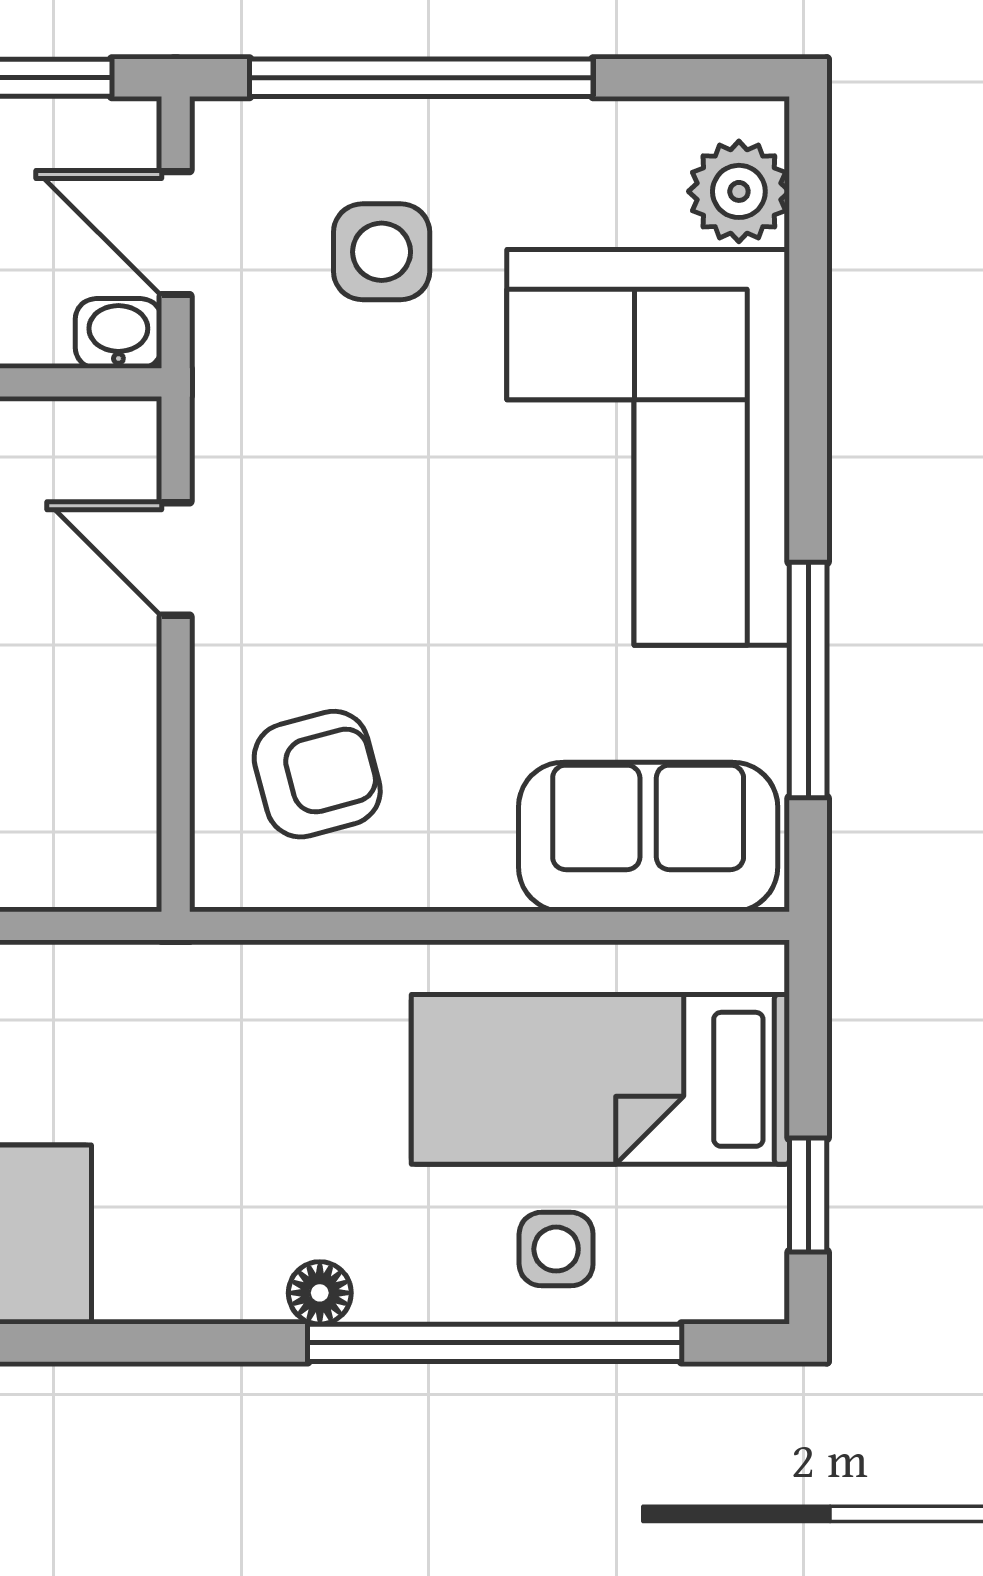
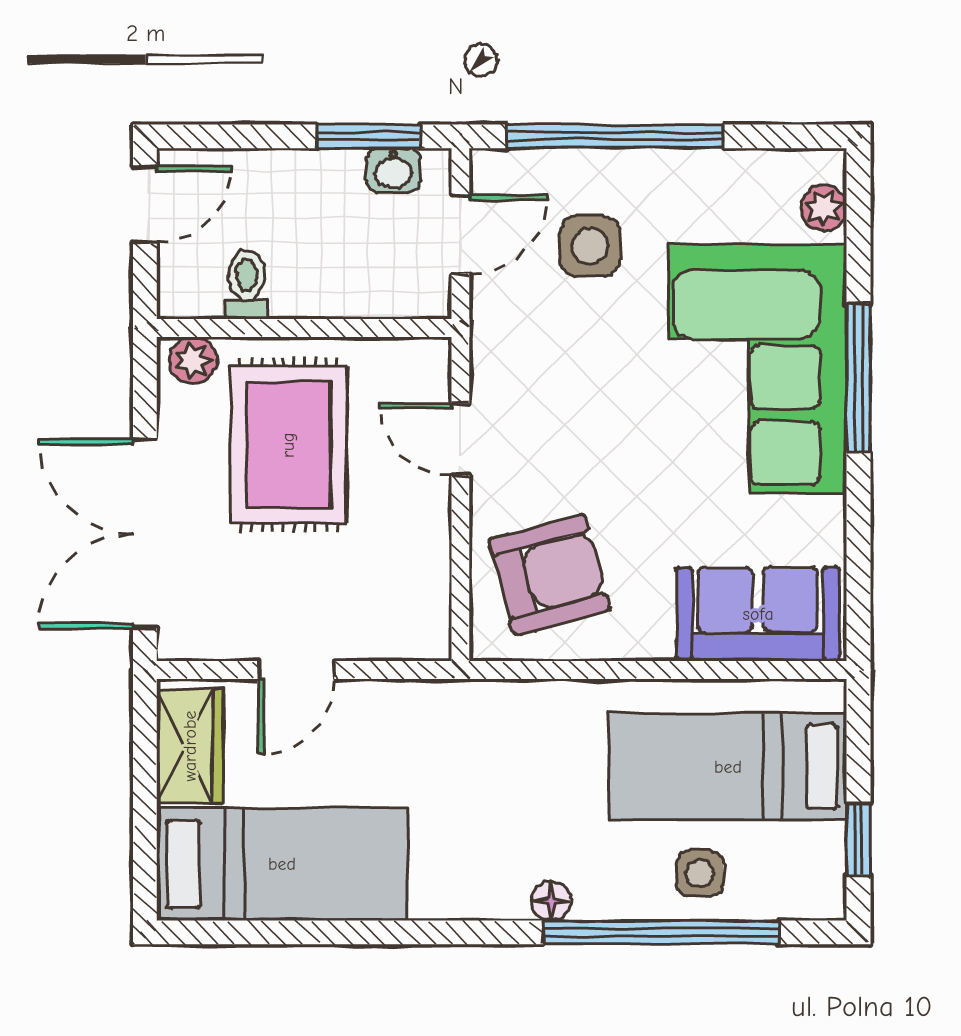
plant: (739, 191) -> (824, 208), width x0.73, depth x0.73
door: (176, 233) -> (460, 234), swing flipped
washbasin: (118, 333) -> (393, 170), moved, turned 180
window: (808, 680) -> (858, 378), moved
armchair: (317, 774) -> (549, 575), width x1.38, depth x1.38

